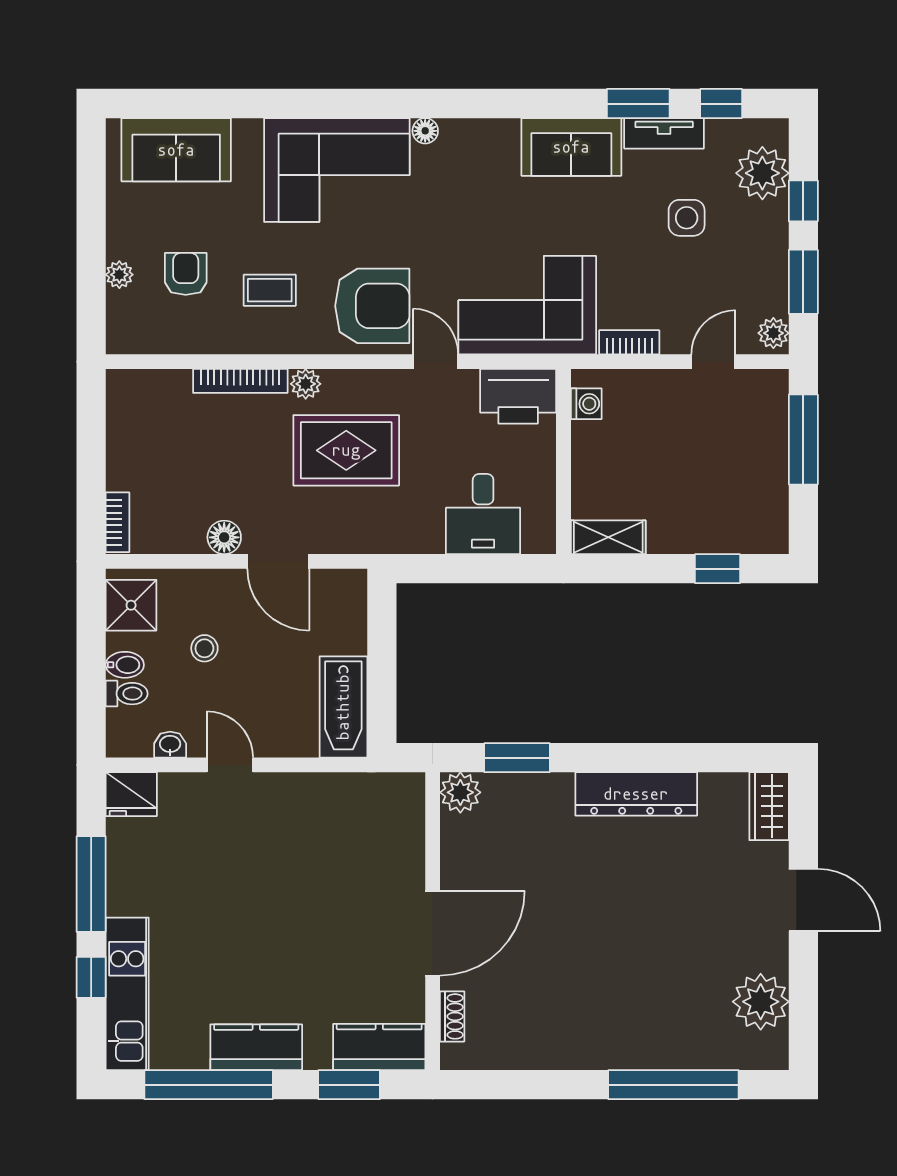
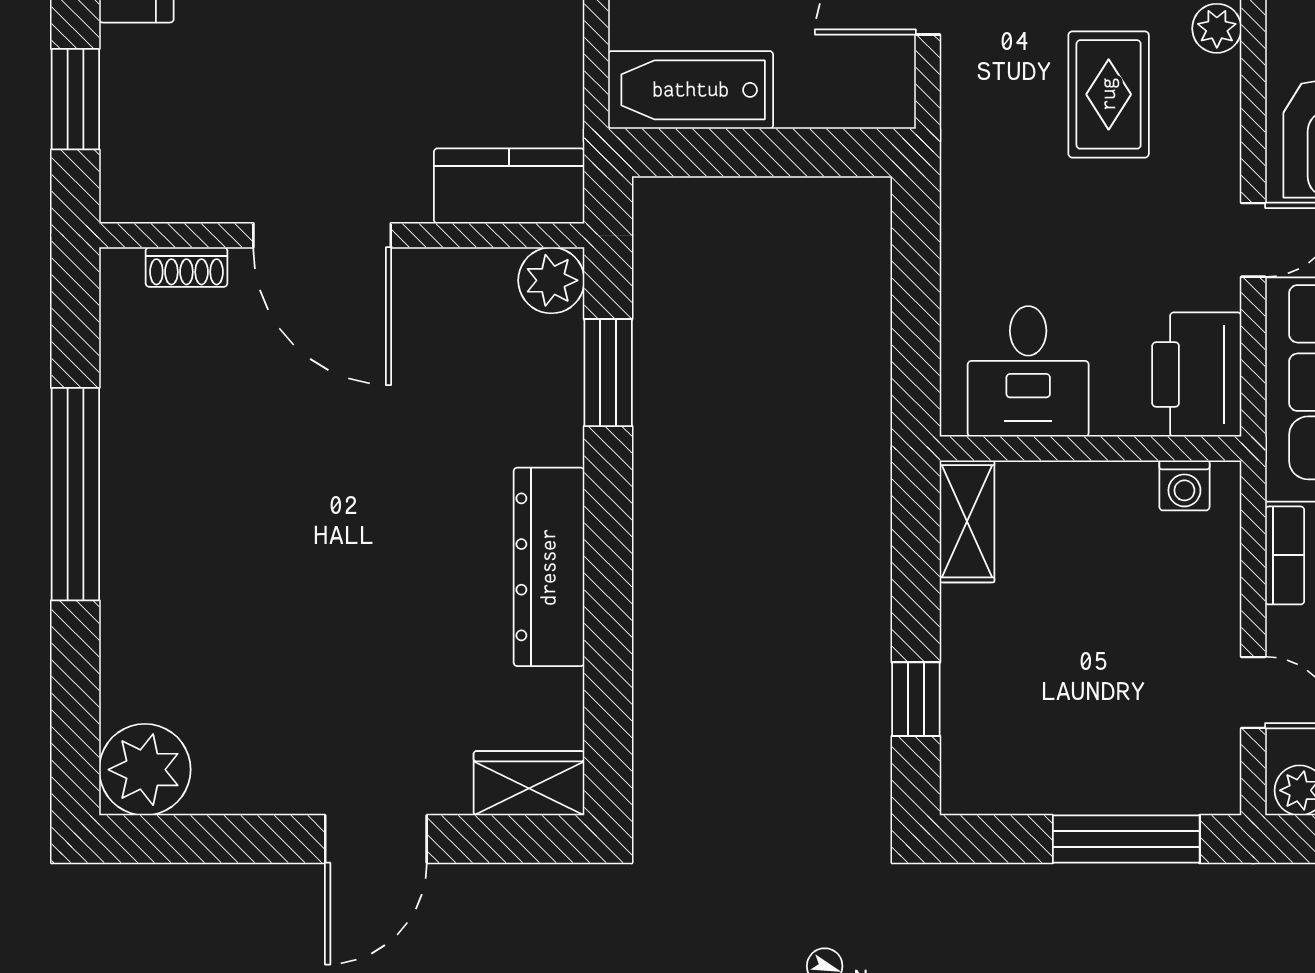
rug: (346, 450) -> (1109, 94), width x0.73, depth x0.70
desk: (483, 514) -> (1028, 371), moved, turned -90
plant: (761, 1002) -> (145, 770), moved
kitchen counter: (379, 1047) -> (509, 186), moved, turned -90
window: (673, 1085) -> (75, 494), moved

